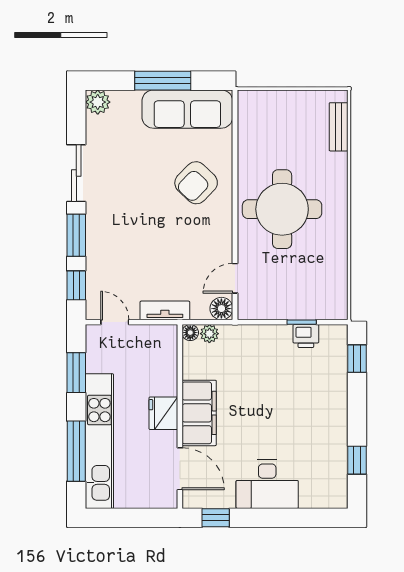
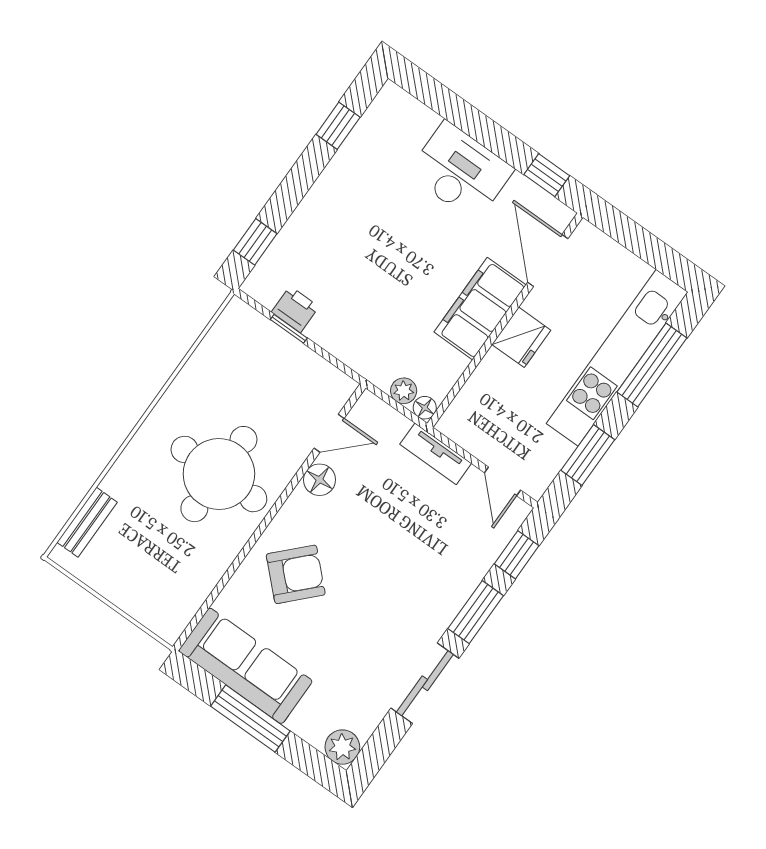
floor lamp: (221, 309) -> (320, 480), moved

